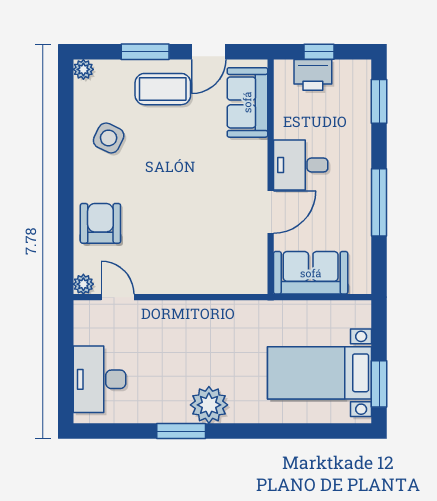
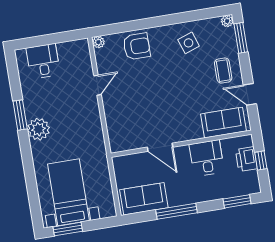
window: (145, 52) -> (241, 38), moved
coffee table: (163, 89) -> (223, 71), width x0.73, depth x0.77
side table: (109, 138) -> (189, 43), turned 45
desk: (301, 165) -> (207, 158), moved
sofa: (311, 273) -> (144, 199), moved, turned -90
door: (118, 297) -> (98, 85), moved
desk: (100, 379) -> (43, 61), width x0.73

